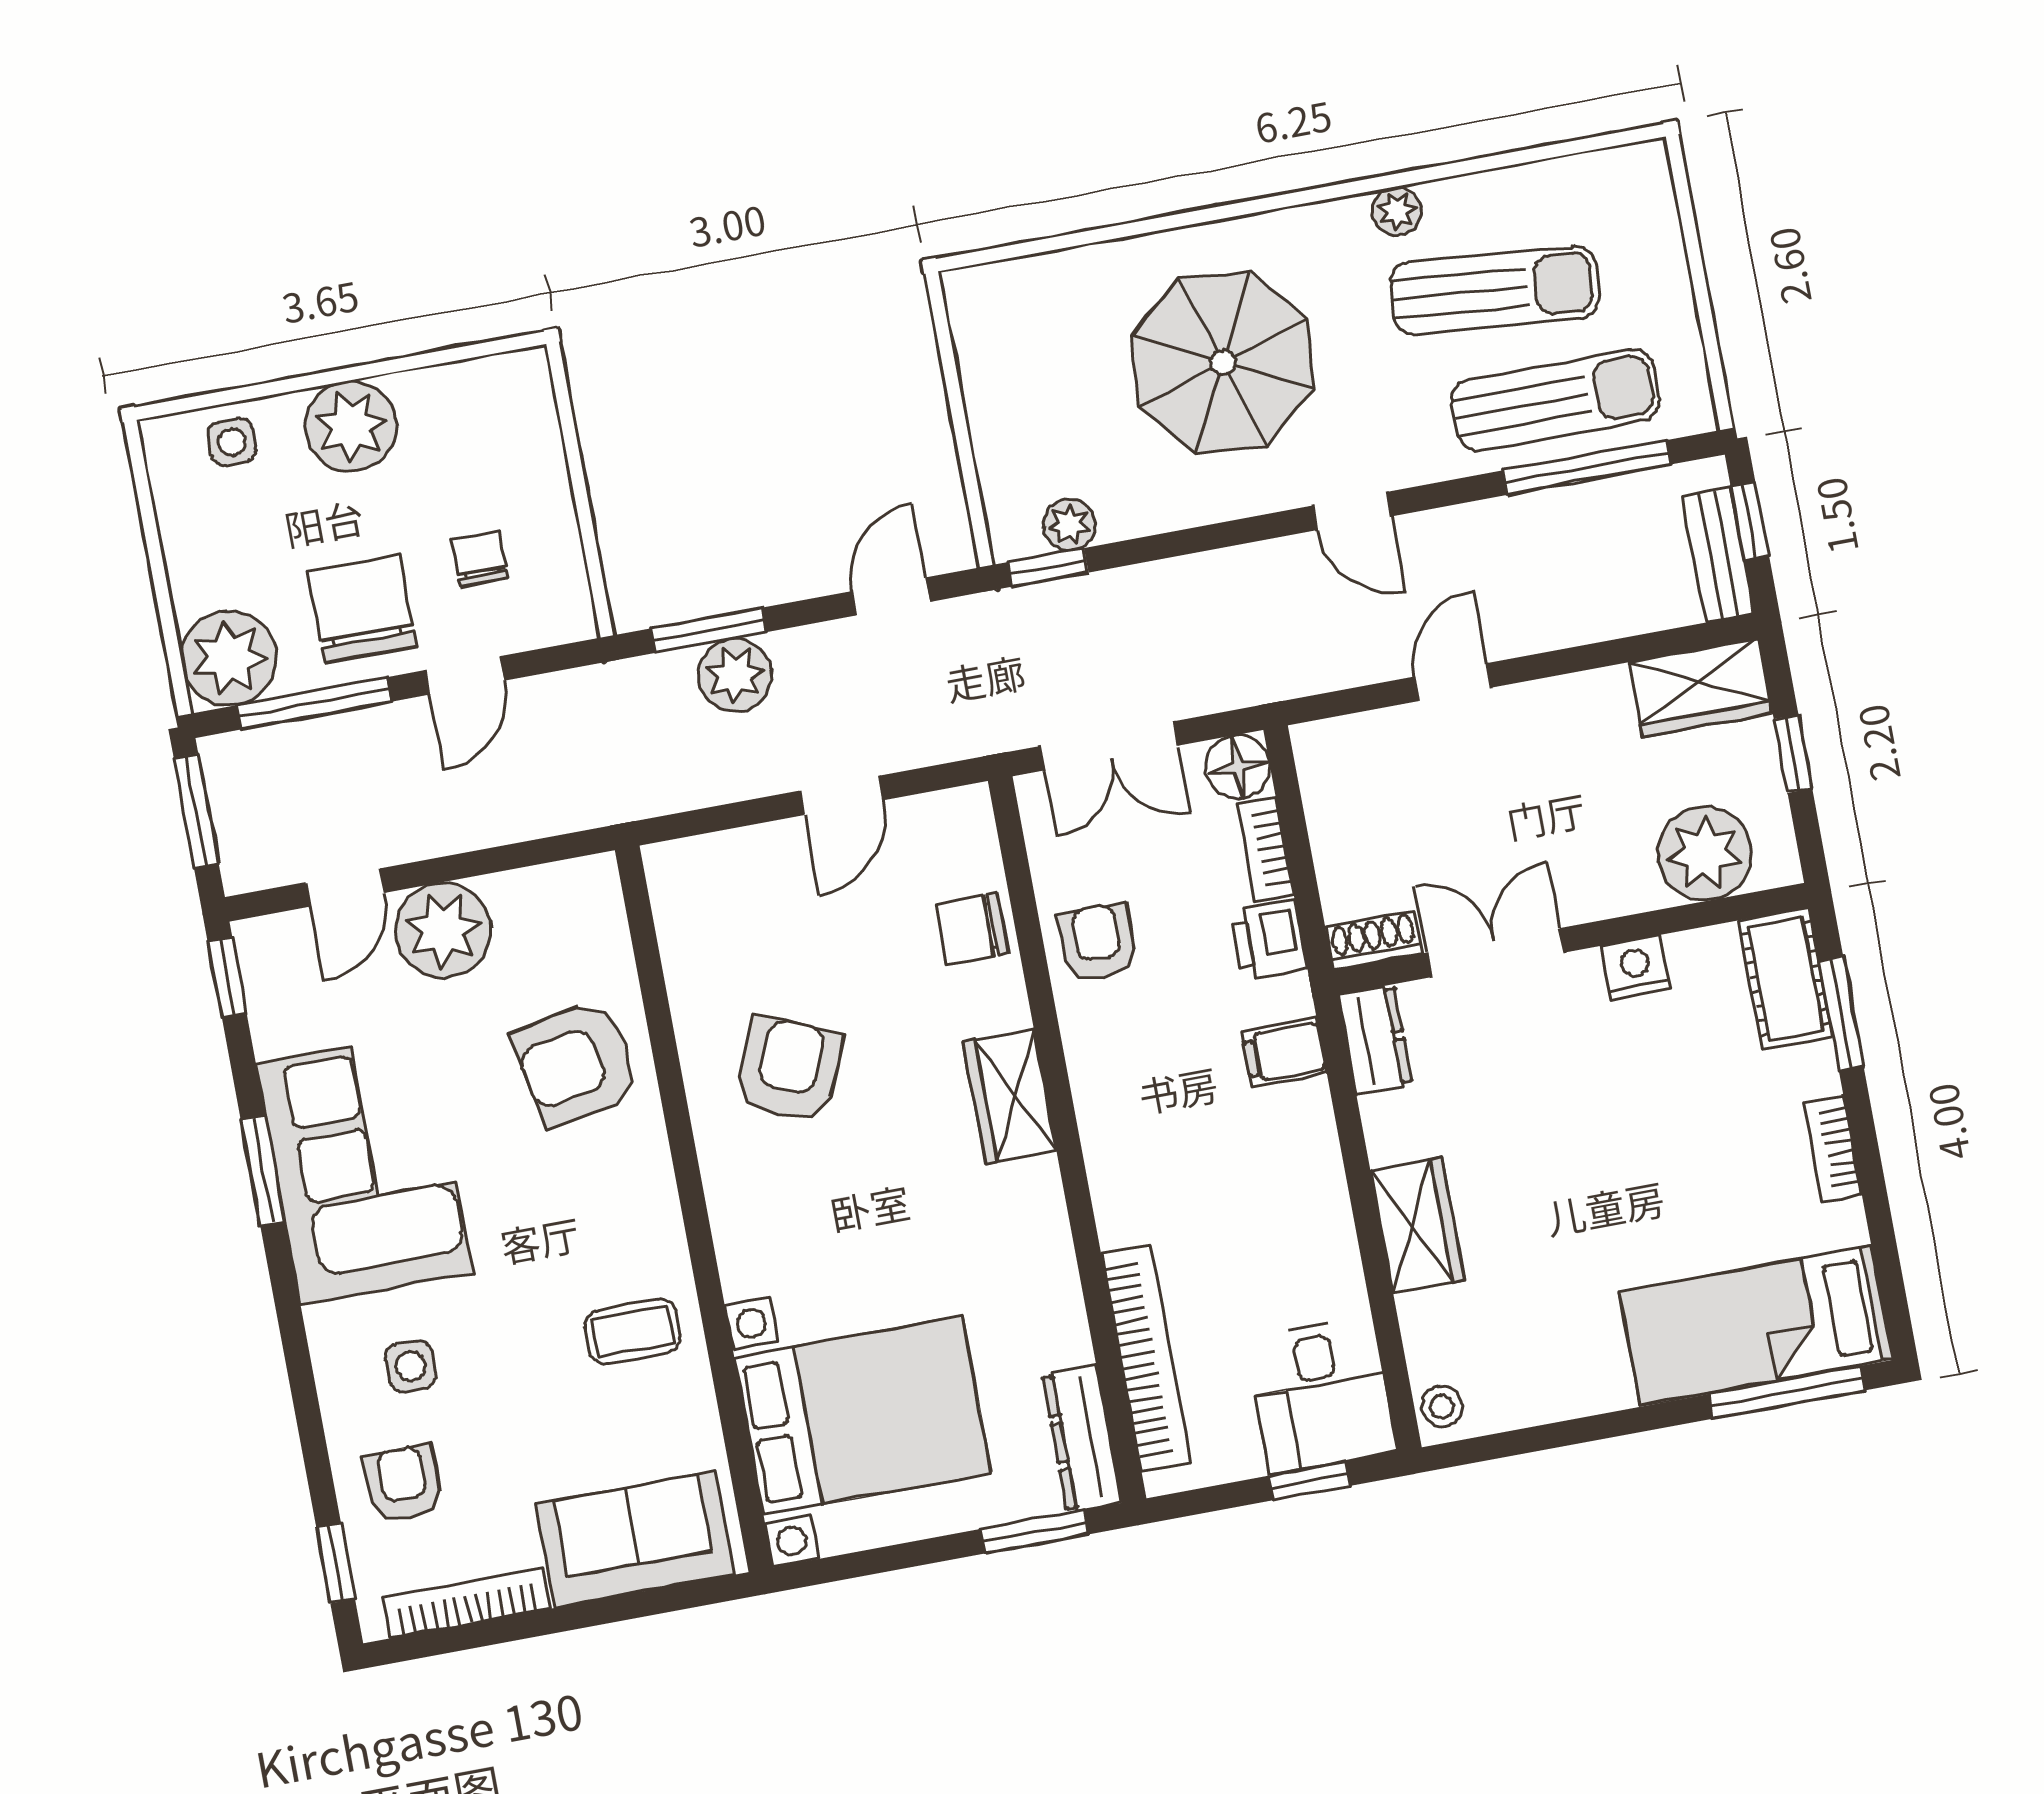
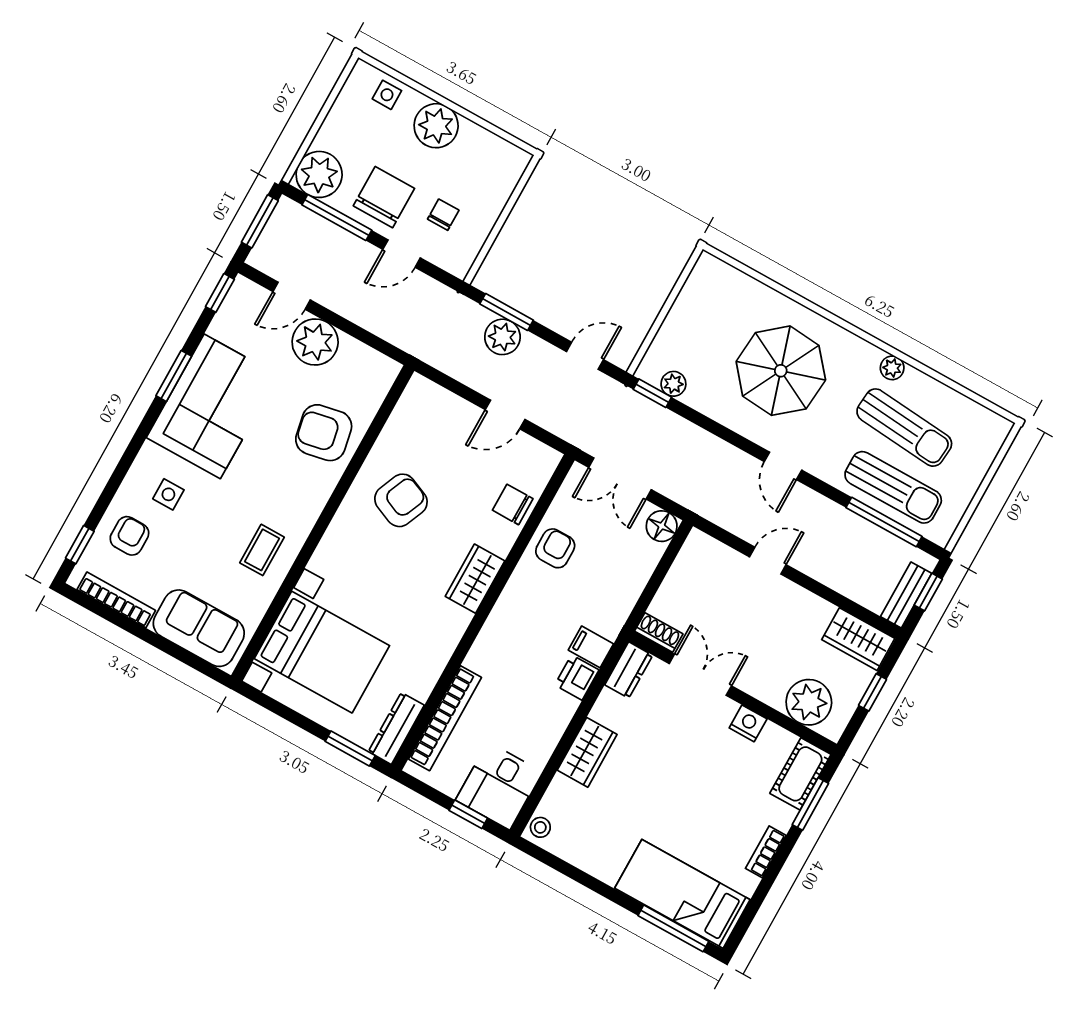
bookcase: (1265, 849) -> (646, 565), removed
printer: (1269, 940) -> (577, 678), moved
coffee table: (633, 1331) -> (262, 550), turned 90

